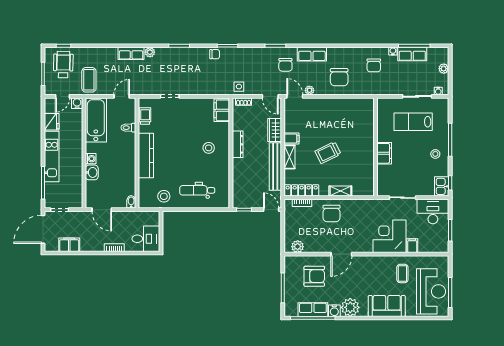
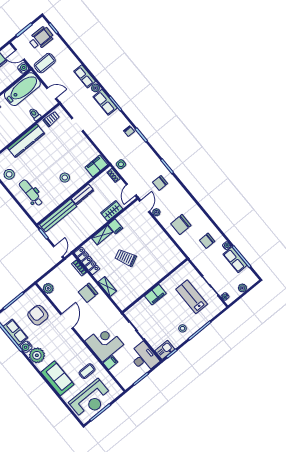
row of seats: (312, 54) -> (105, 102), moved
bench: (275, 167) -> (58, 215), moved
door: (341, 254) -> (67, 321), swing flipped
armchair: (314, 276) -> (38, 315), turned 180

